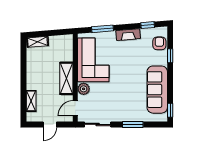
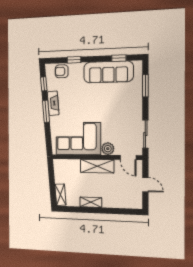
window: (102, 29) -> (46, 111), moved
shelving: (31, 101) -> (91, 202), moved
window: (170, 110) -> (119, 58), moved
window: (133, 124) -> (145, 86), moved

